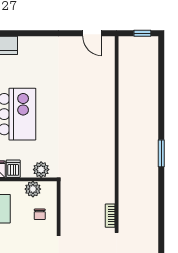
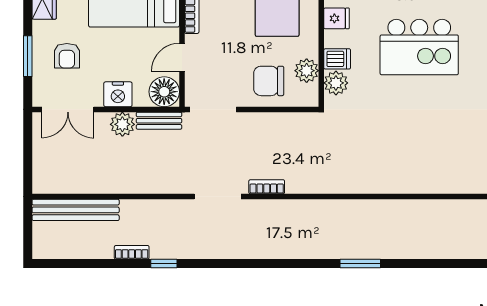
dishwasher: (13, 169) -> (337, 59), moved
chair: (40, 214) -> (269, 81), width x1.87, depth x1.87

